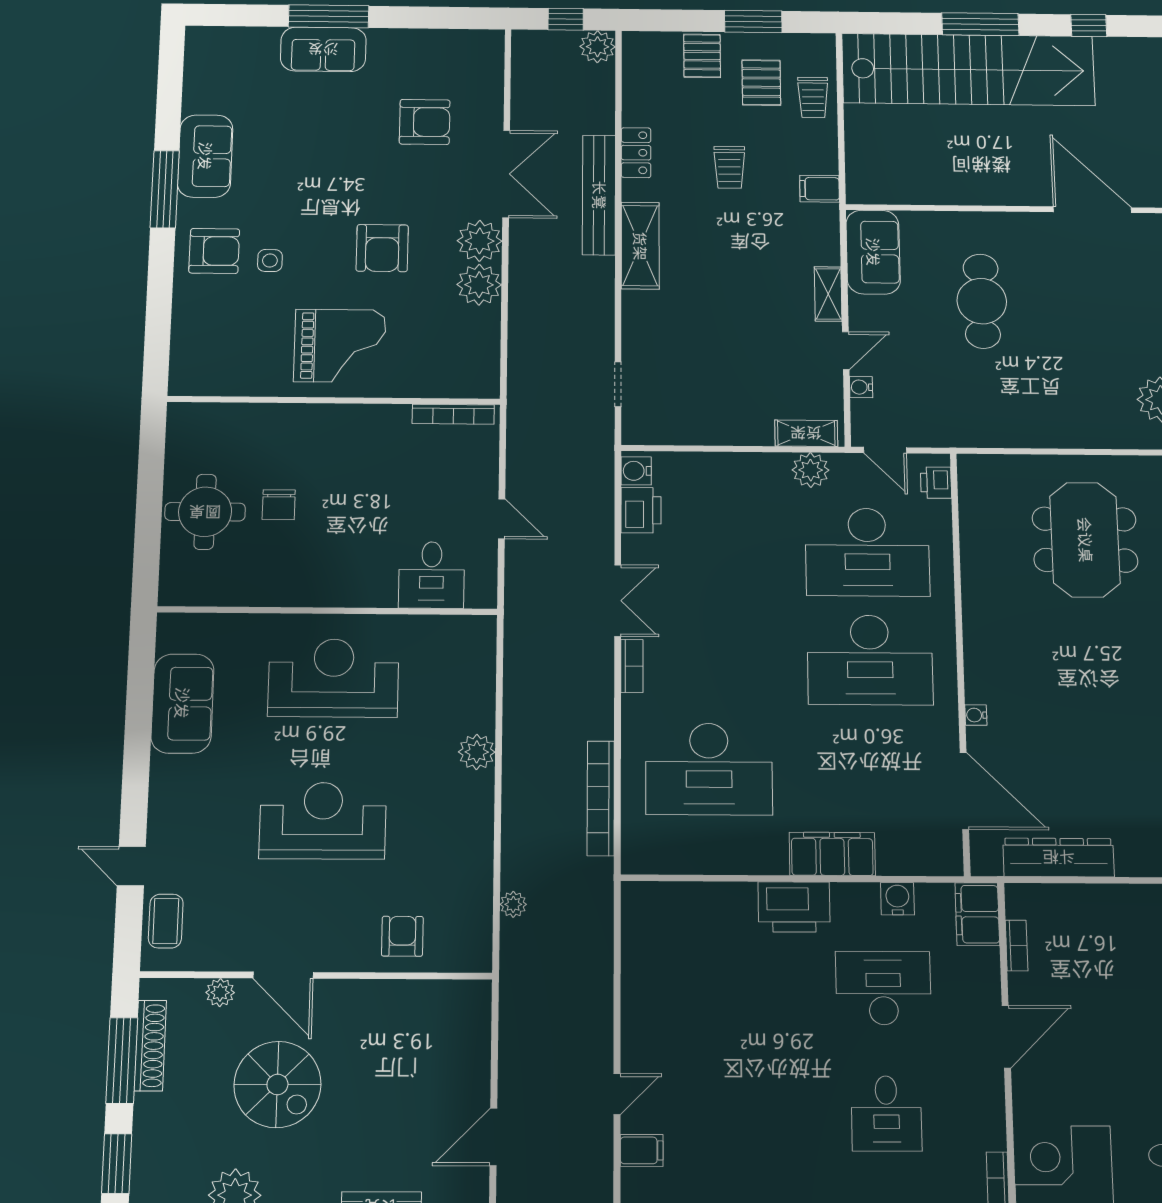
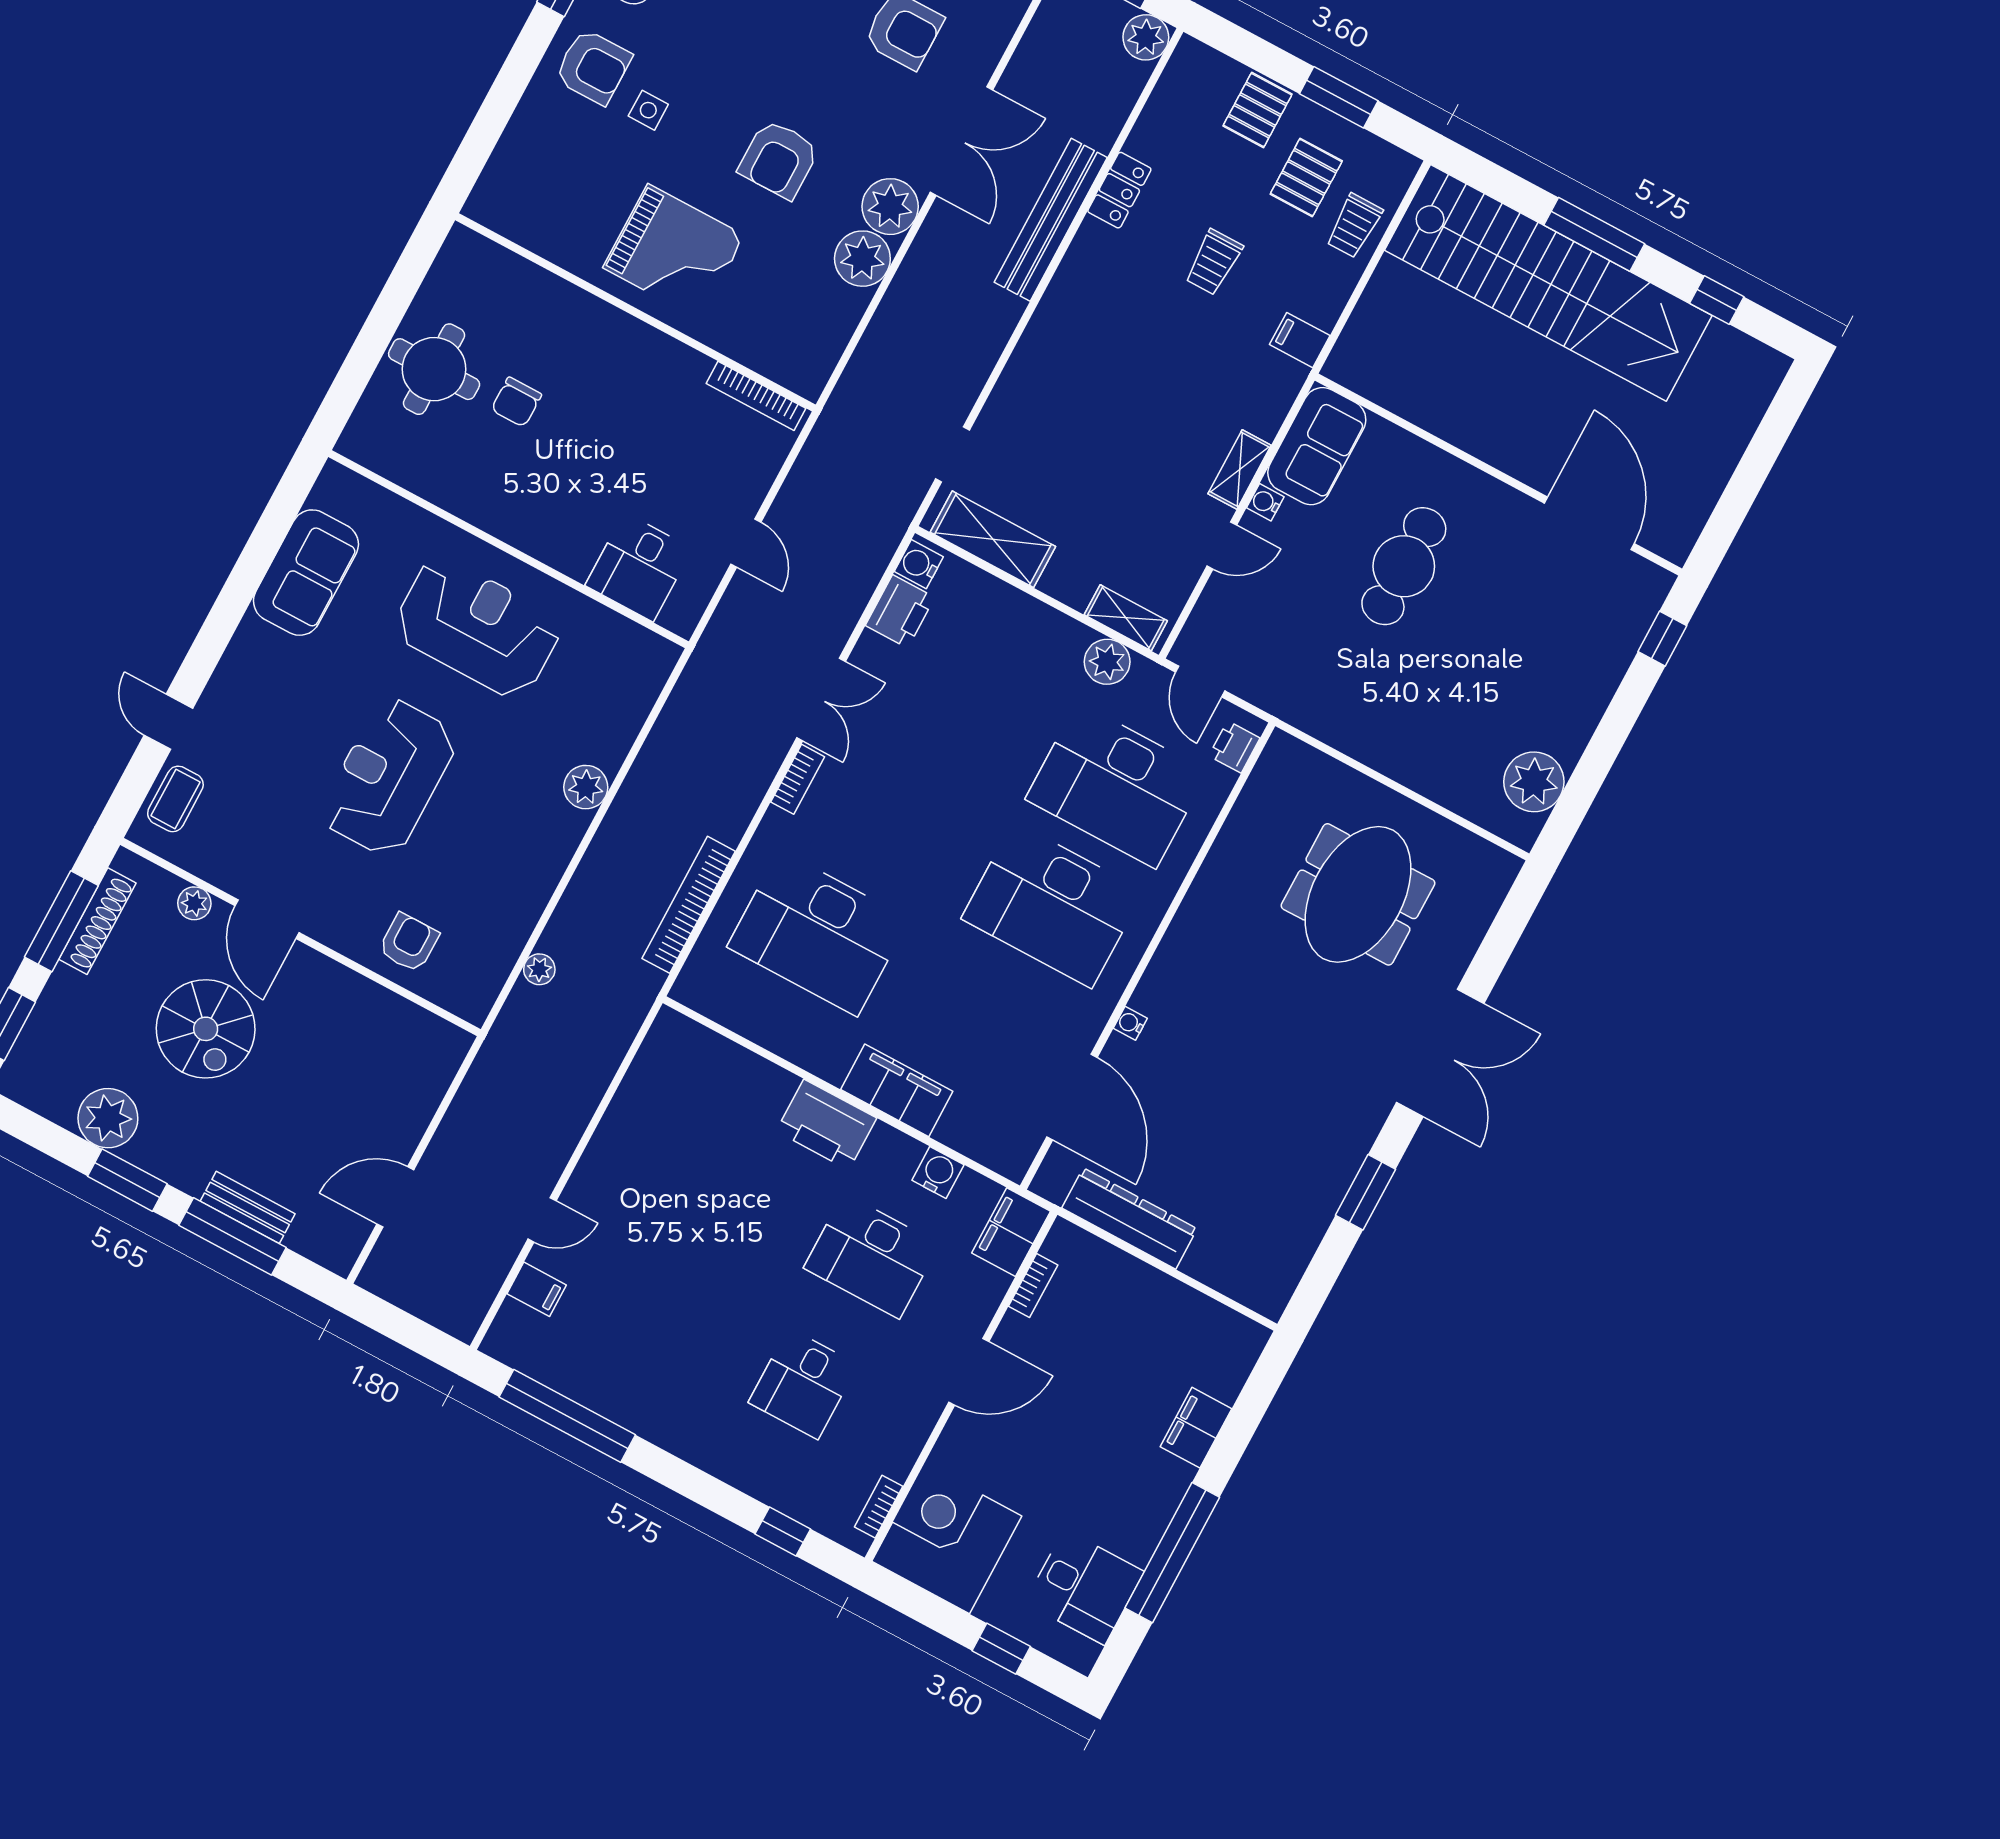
shelving: (640, 246) -> (993, 539), moved, turned 90
water cooler: (861, 387) -> (1265, 502), moved
reception desk: (323, 821) -> (389, 777), turned -90
desk: (883, 988) -> (871, 1256), turned 180

